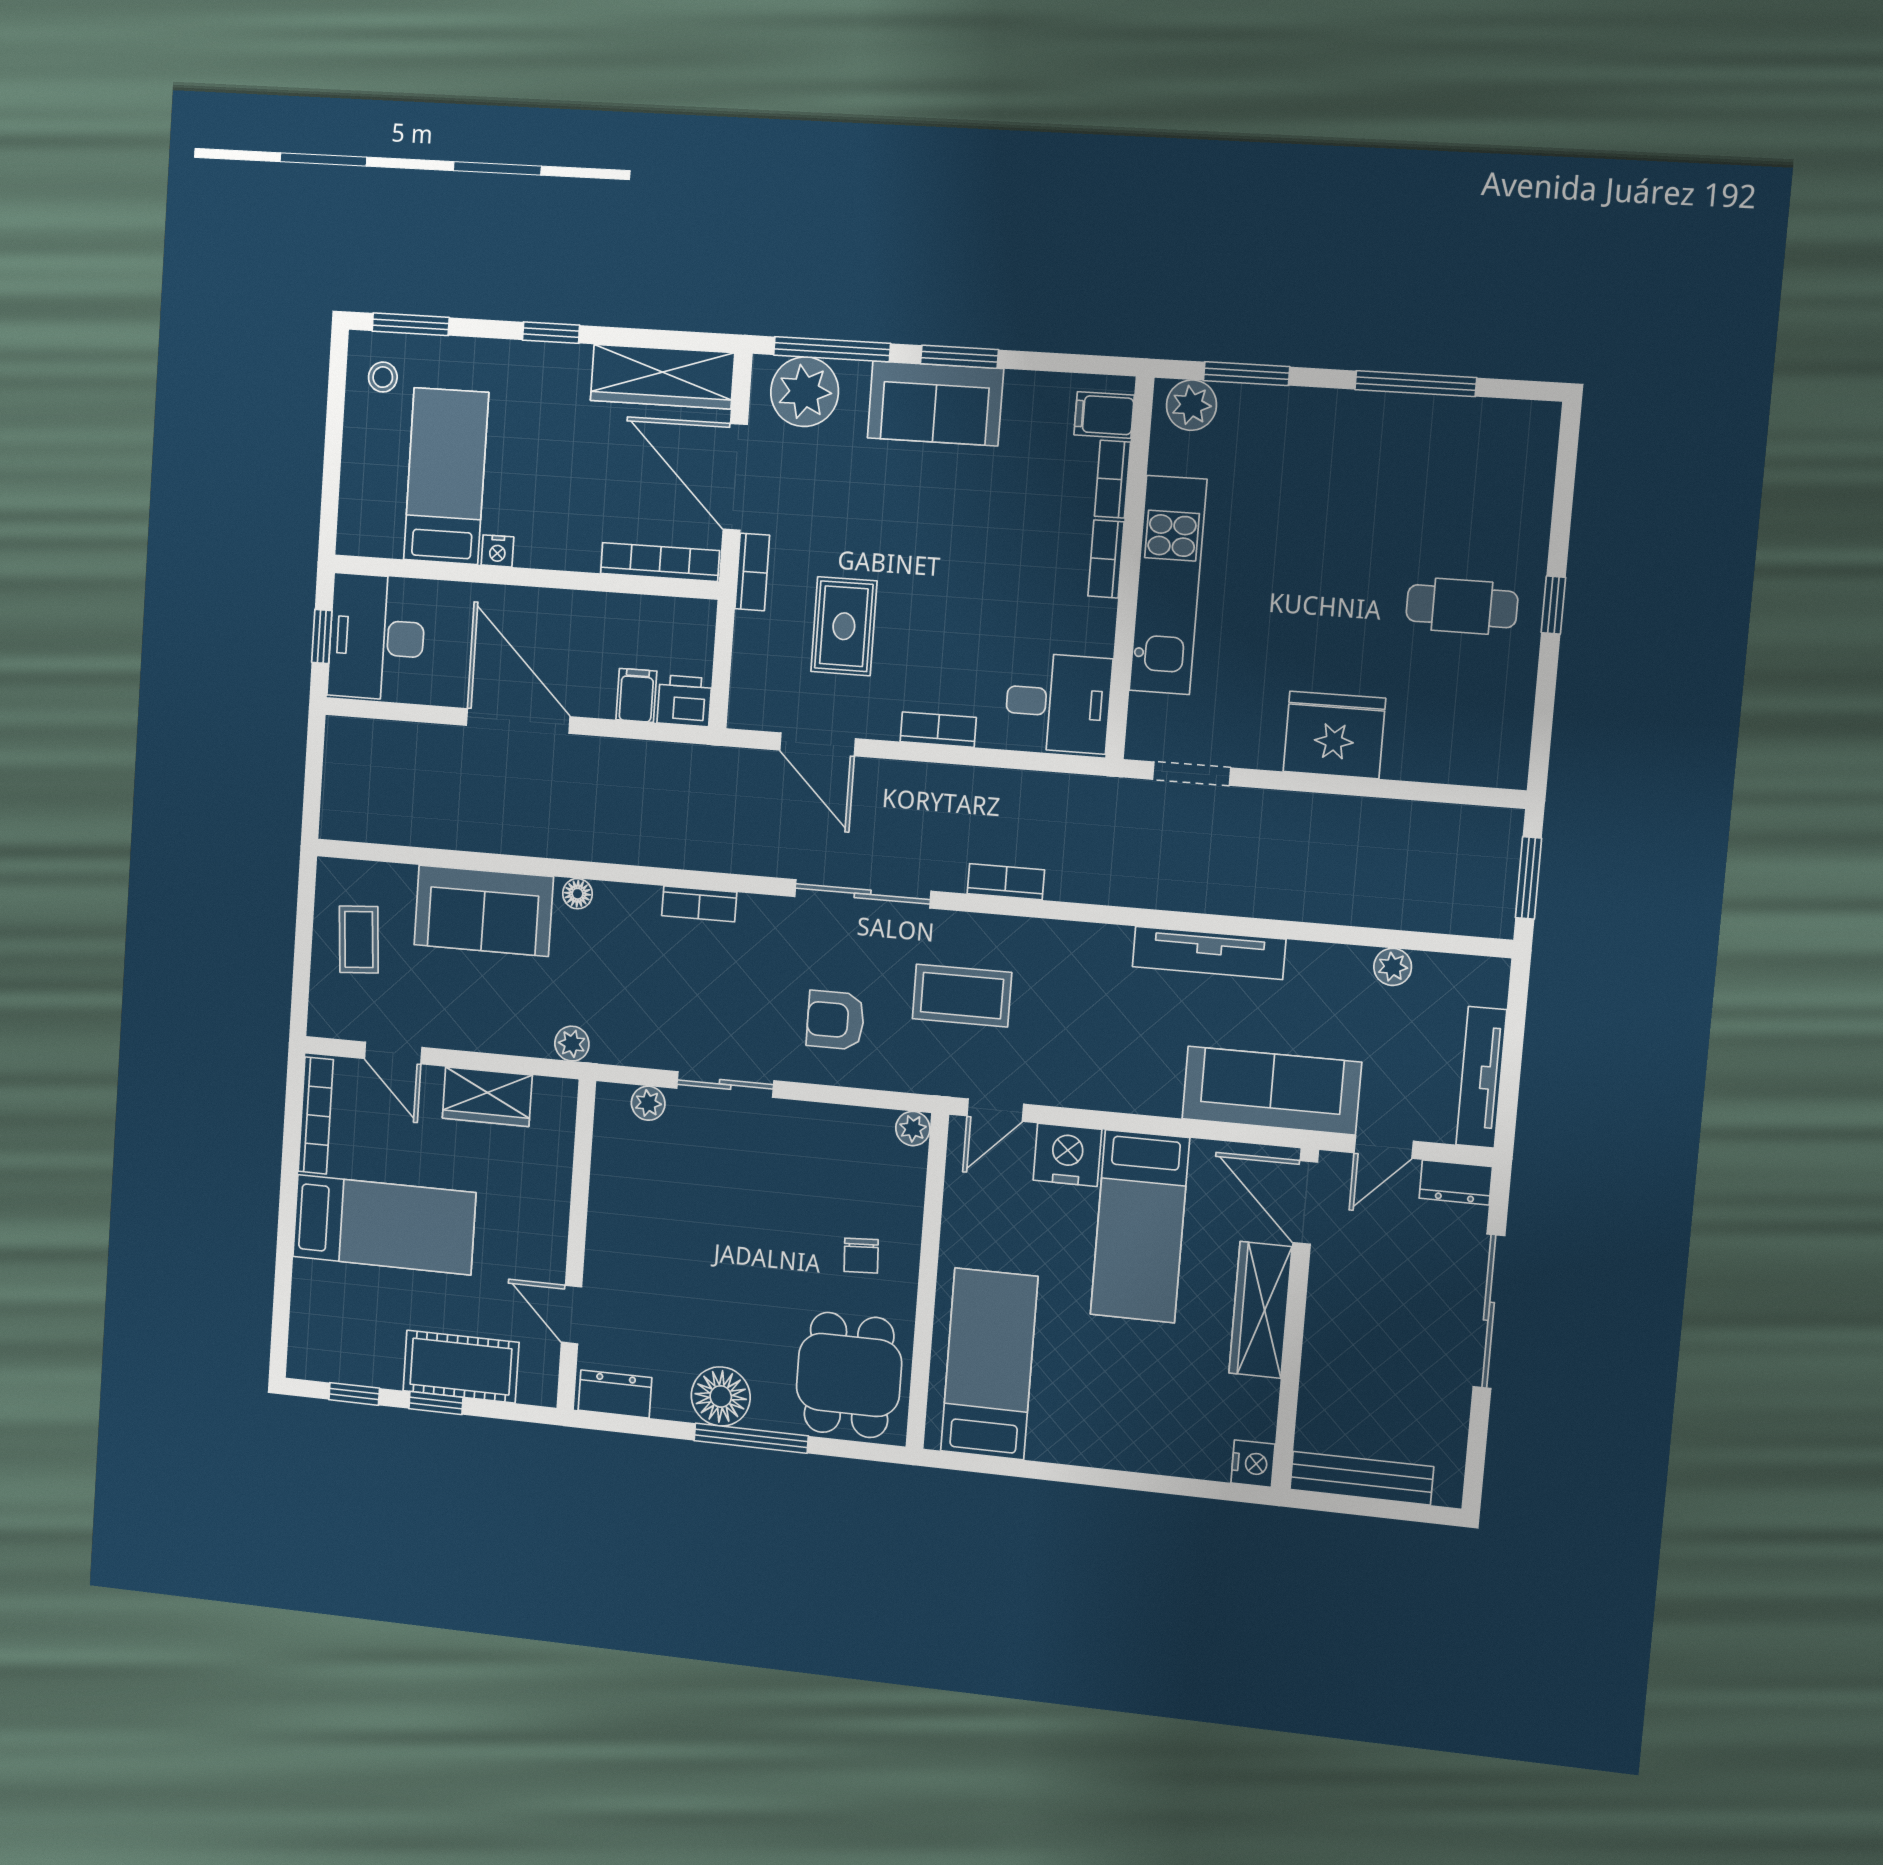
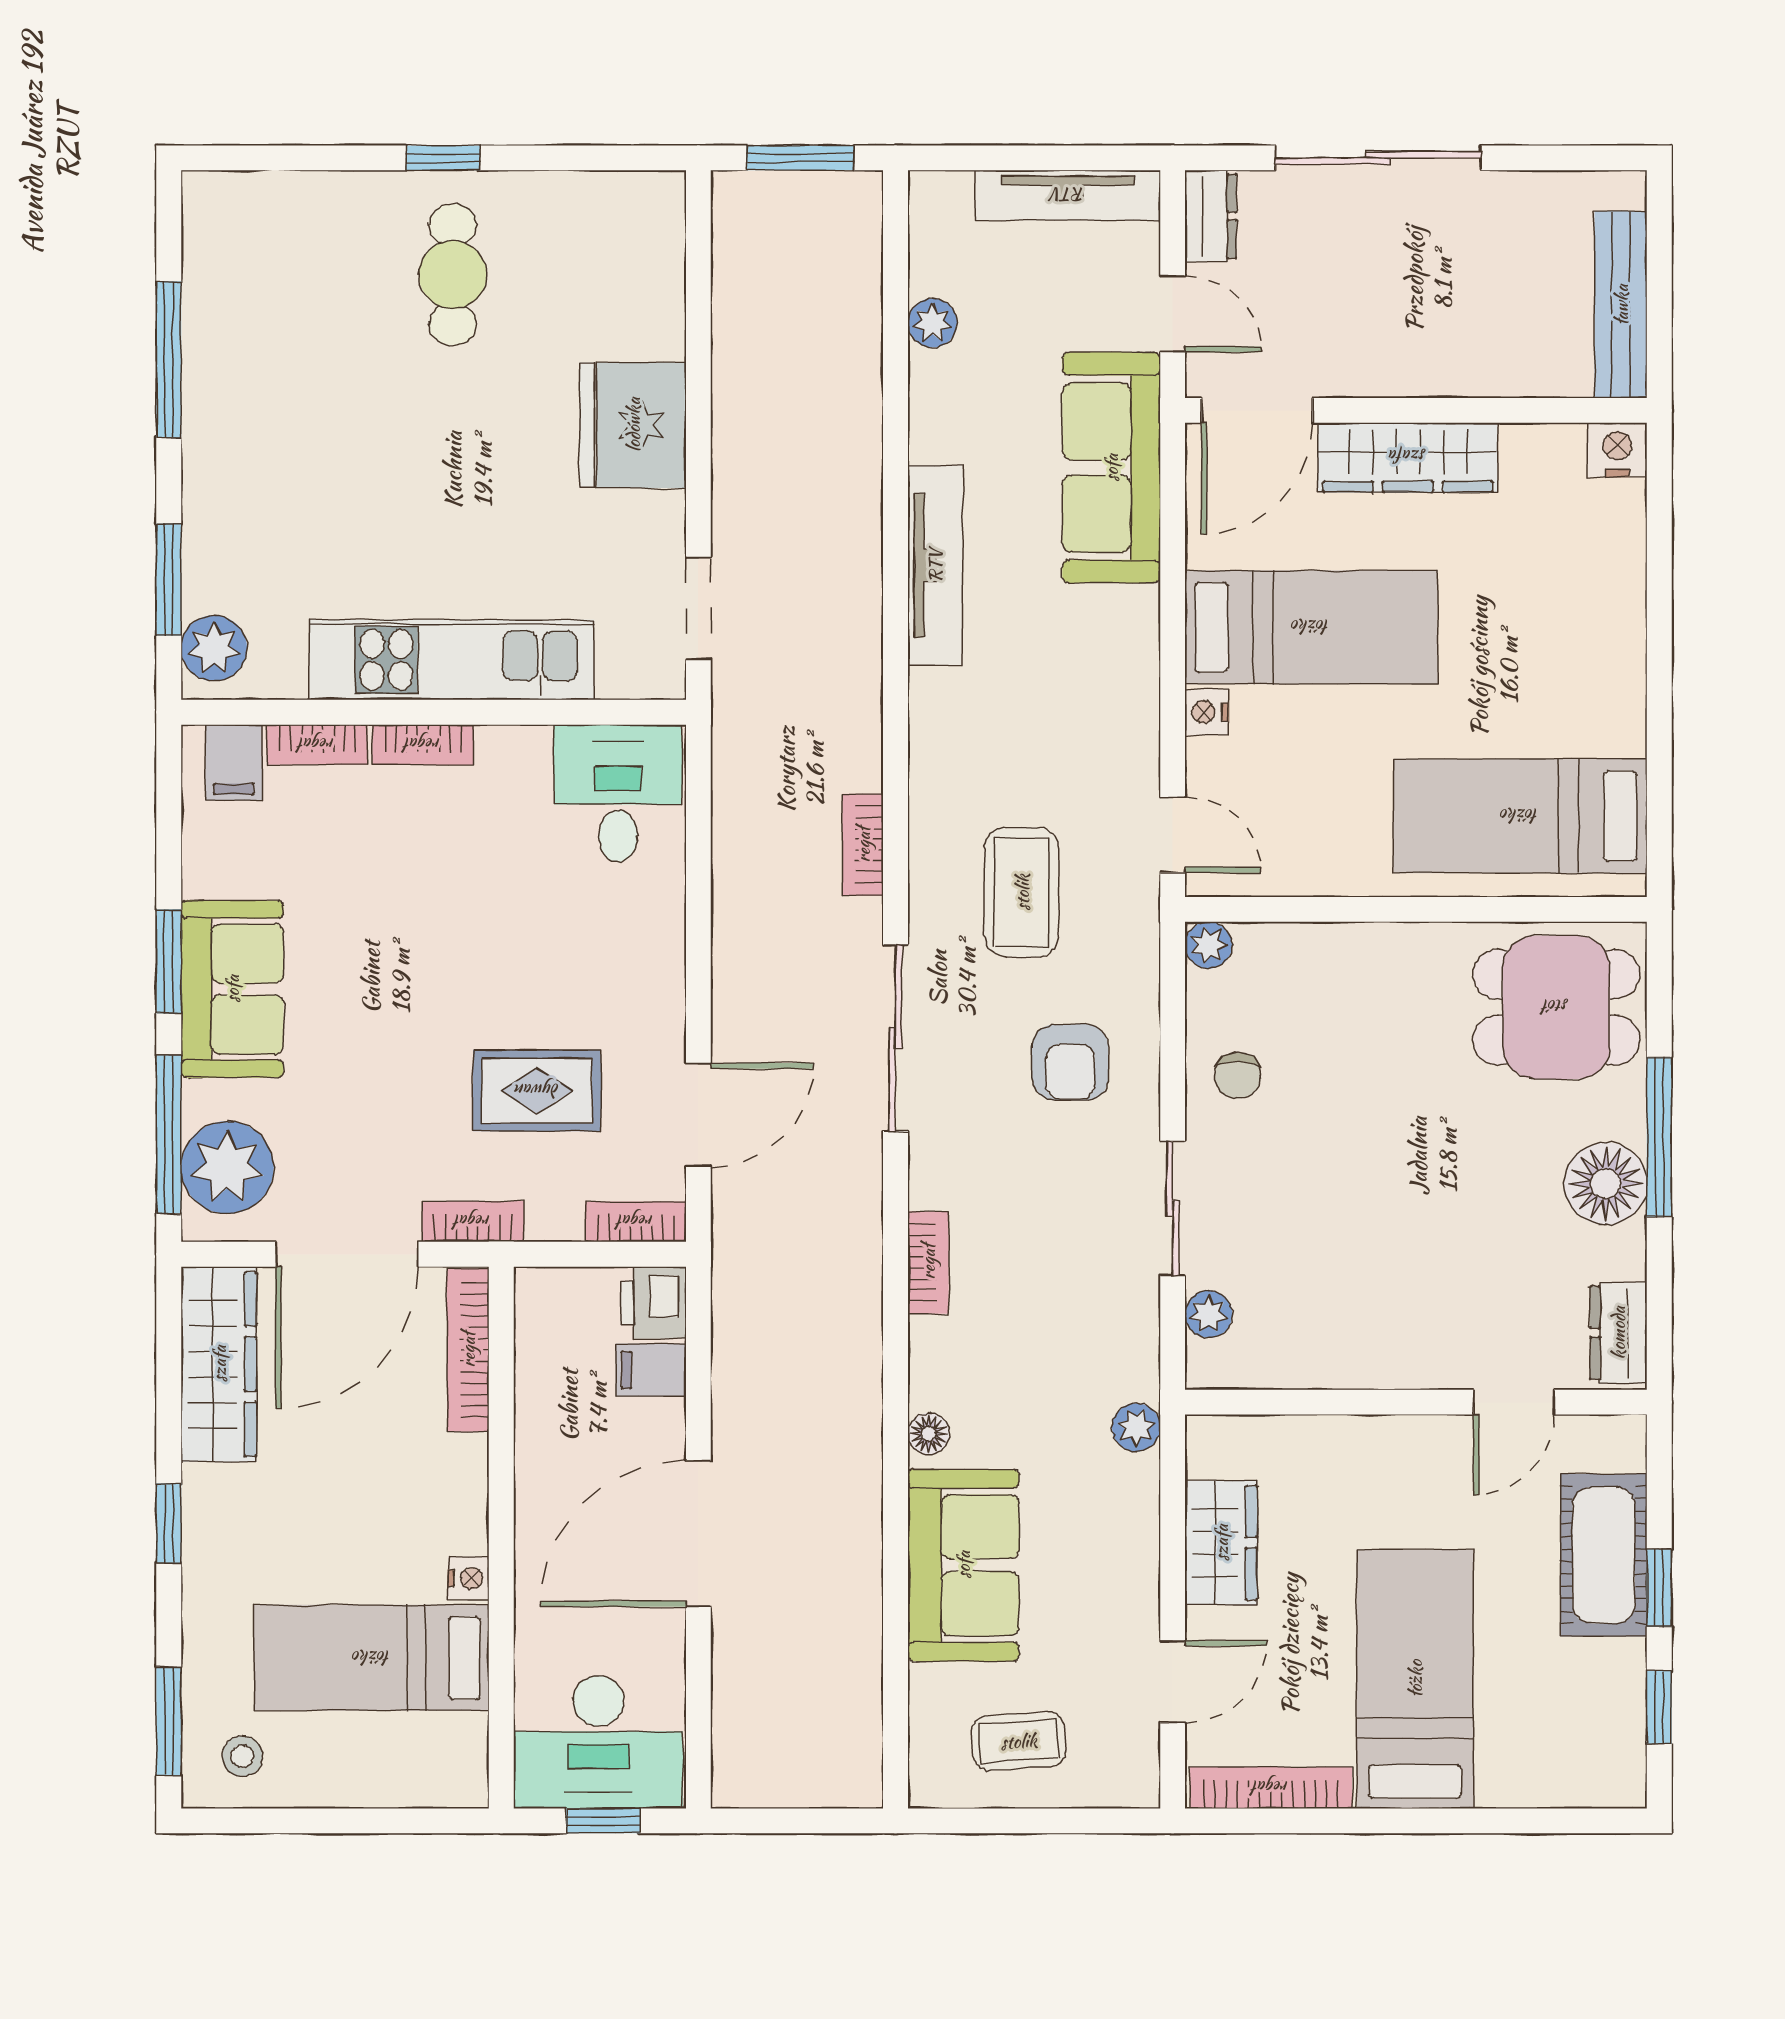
bookcase: (938, 730) -> (636, 1222), moved, turned 90
nightstand: (1067, 1155) -> (1207, 712), width x0.53, depth x0.56
chair: (861, 1256) -> (1238, 1075), moved, turned 93

